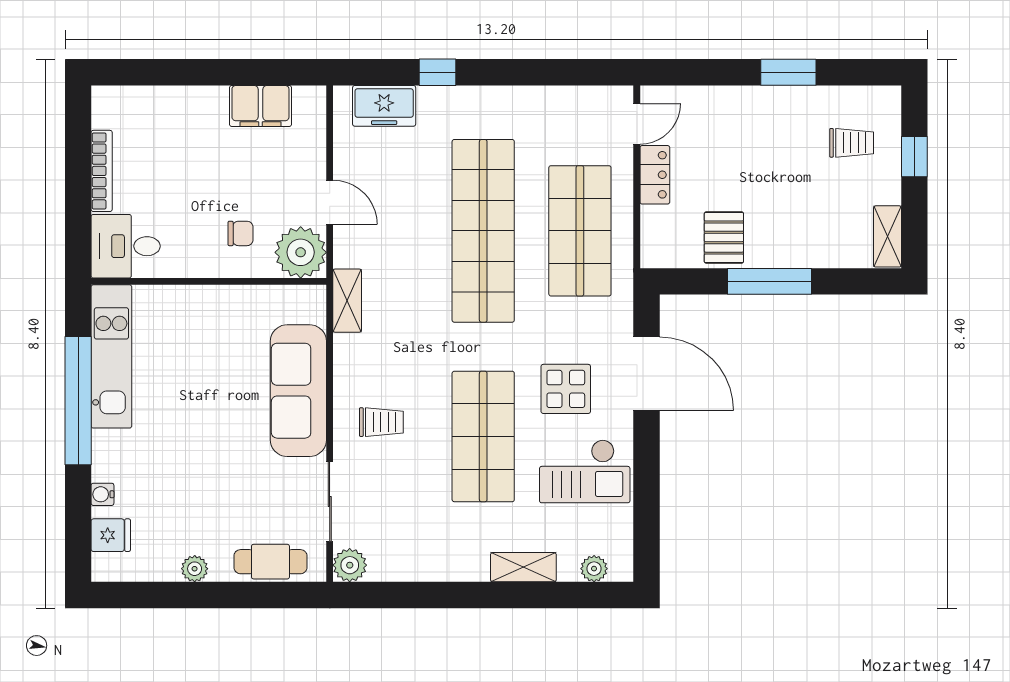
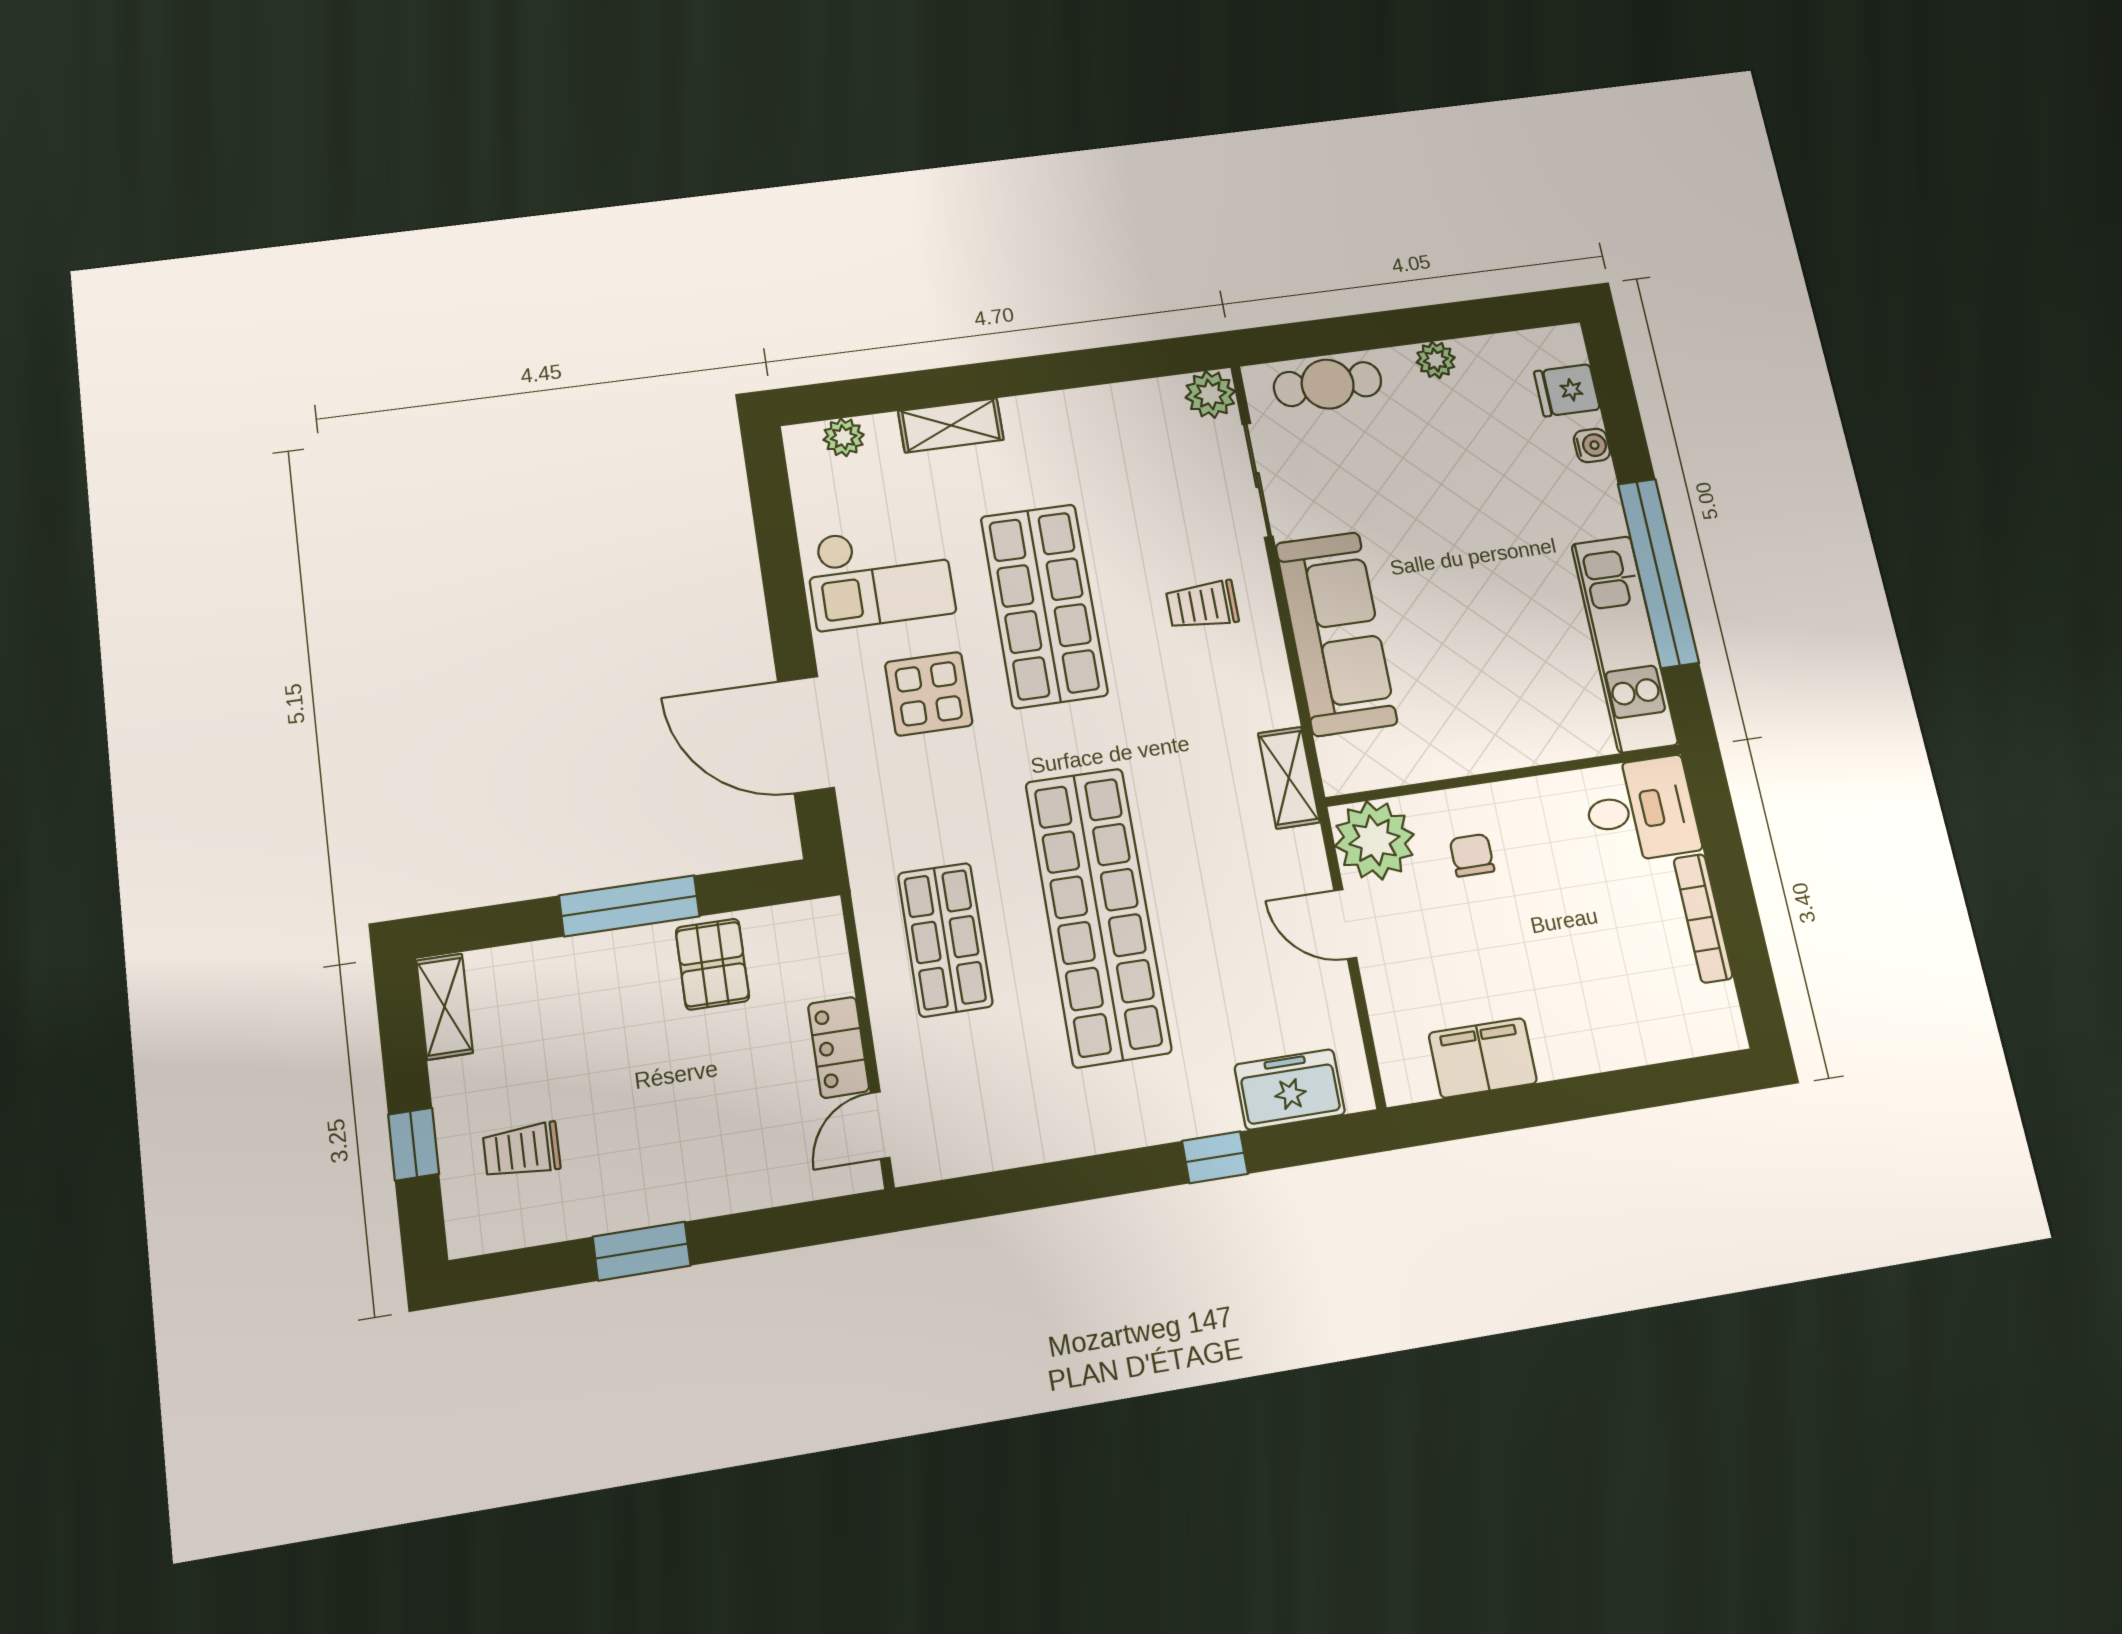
shop shelf: (580, 231) -> (945, 940), width x0.70, depth x0.74
chair: (240, 233) -> (1472, 855), turned 90
checkout: (585, 471) -> (880, 576), turned 180

